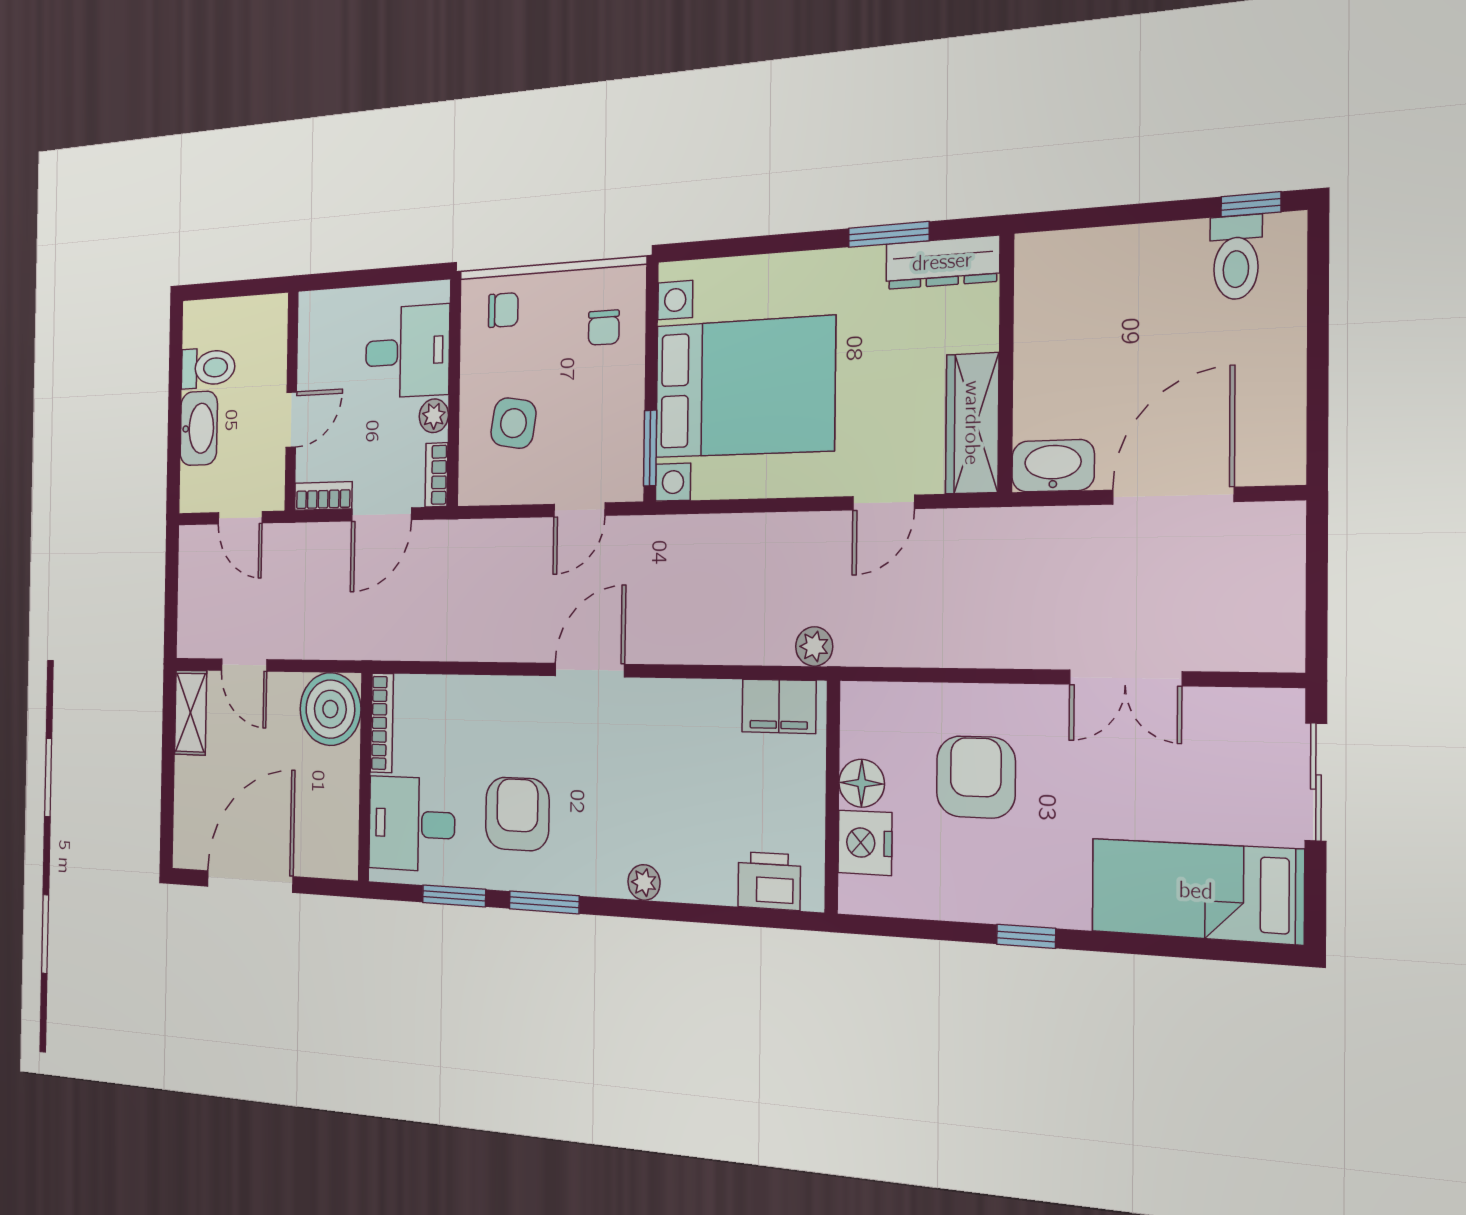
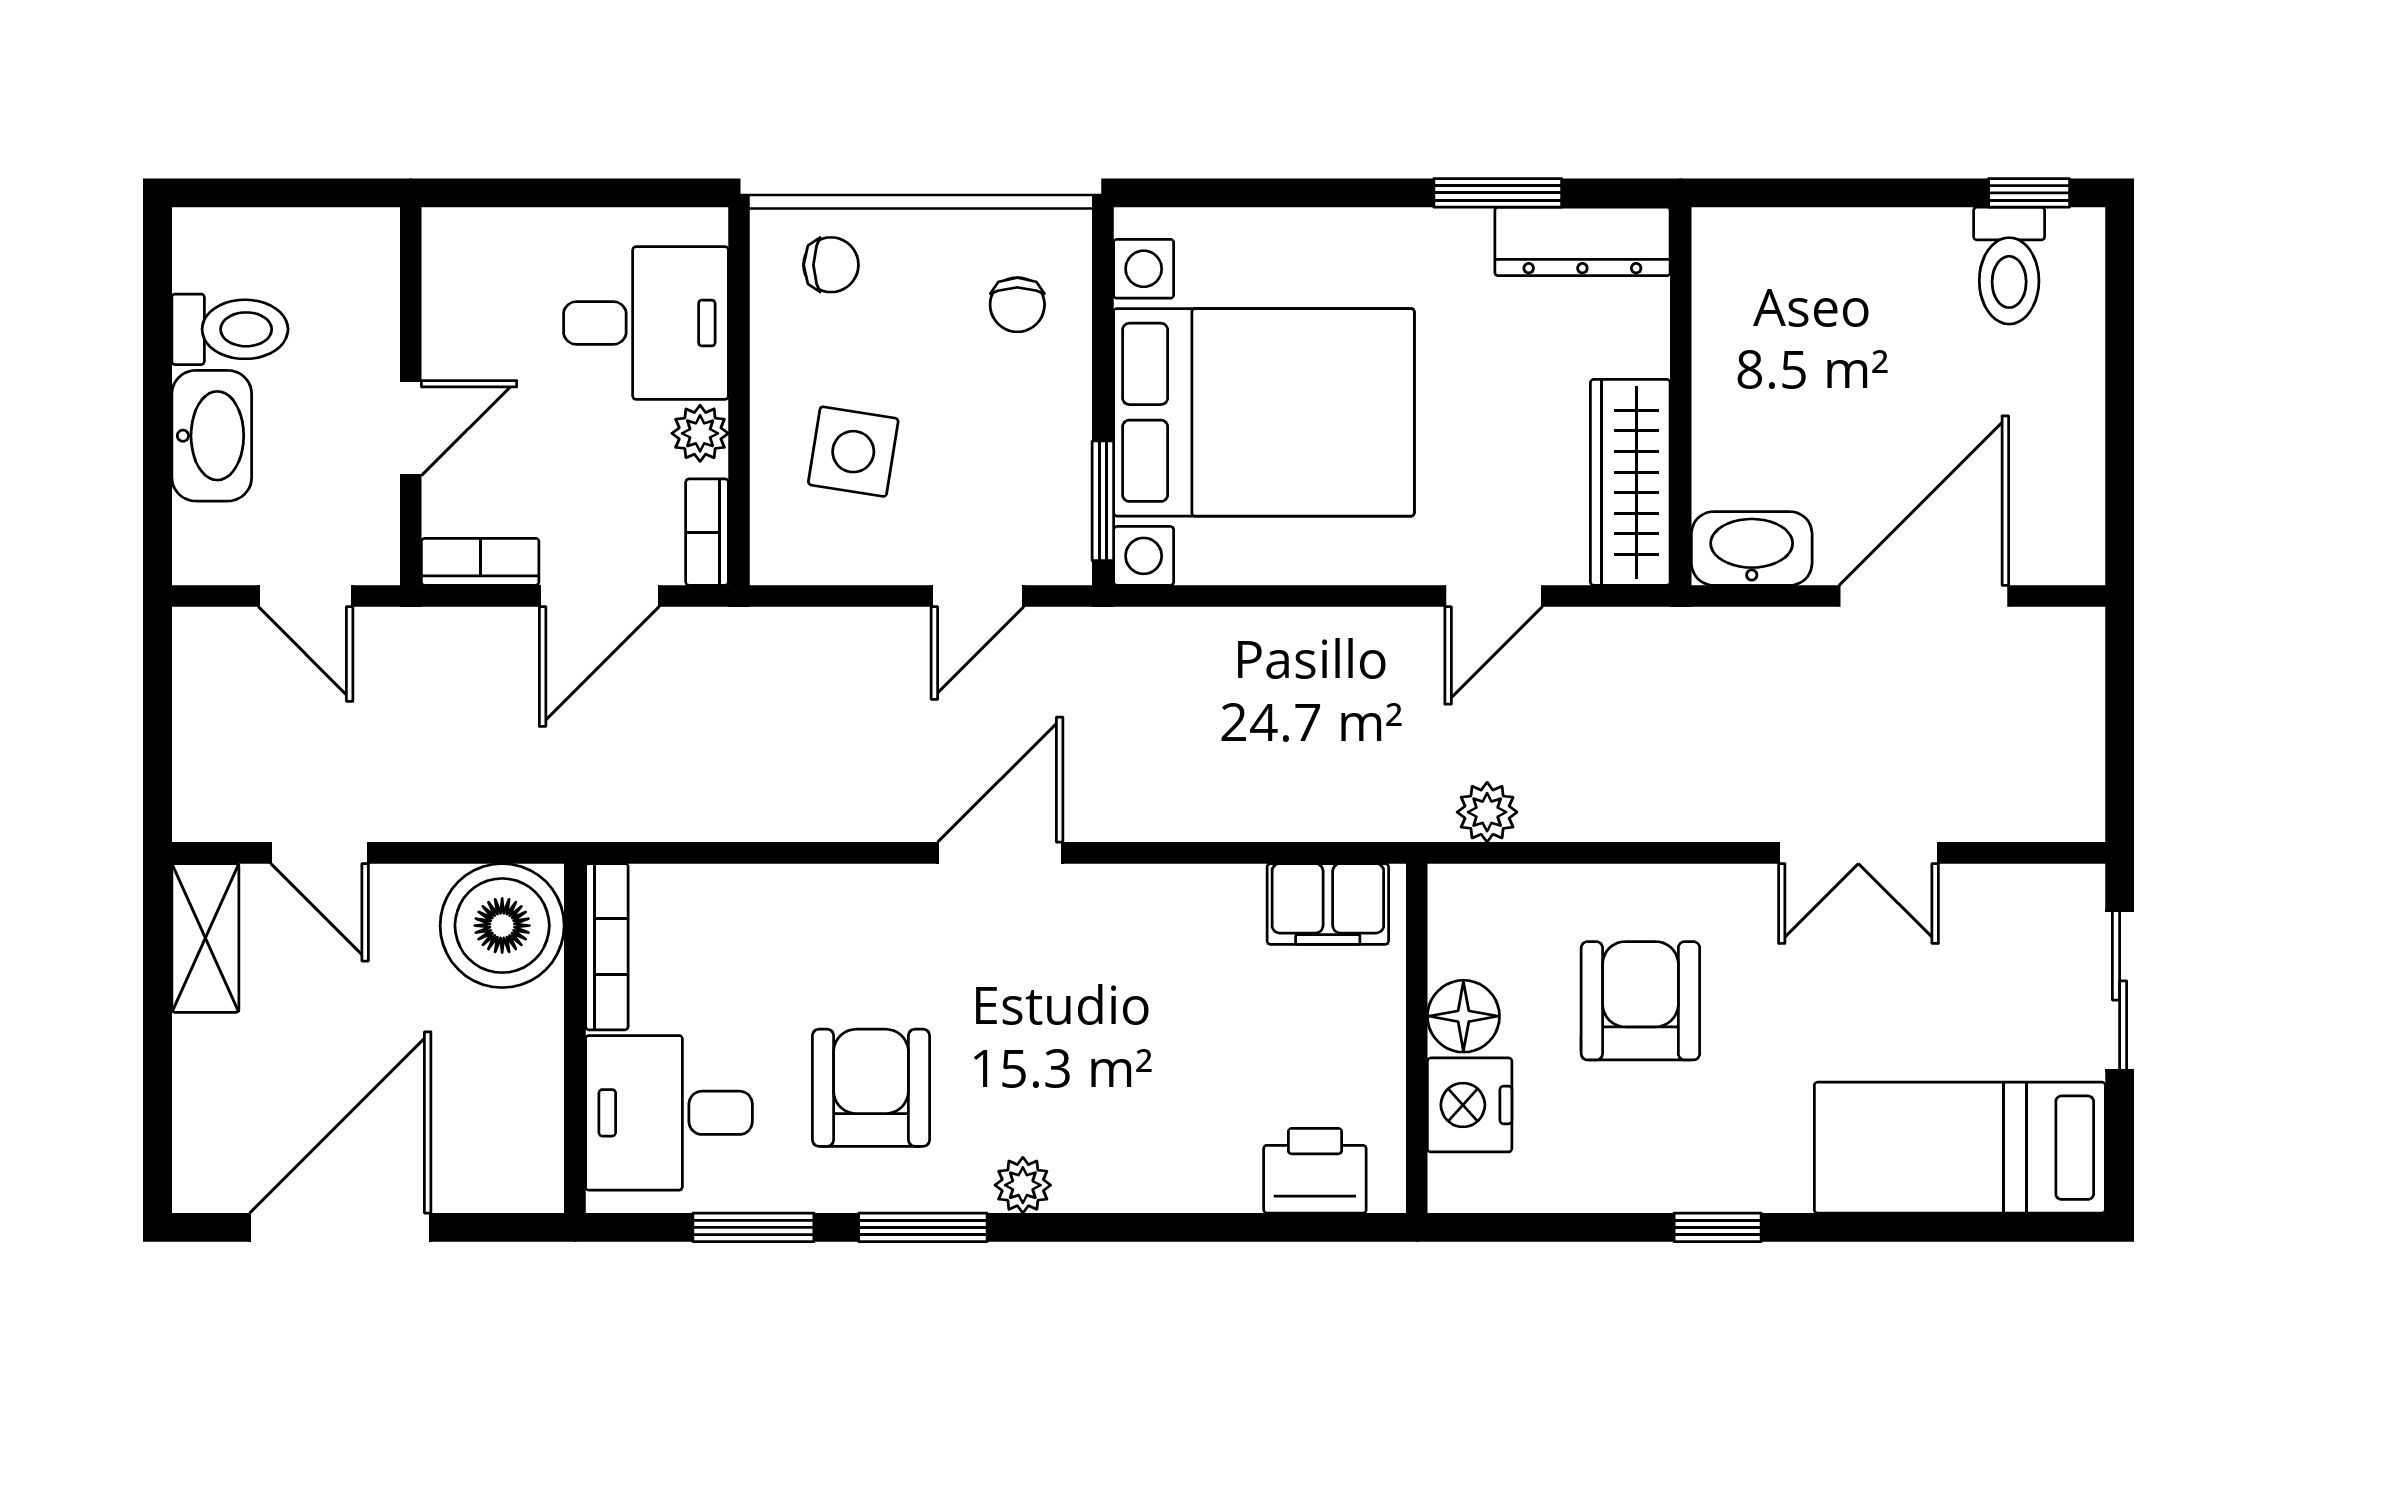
plant: (814, 646) -> (1487, 812), moved
plant: (644, 882) -> (1023, 1185), moved

